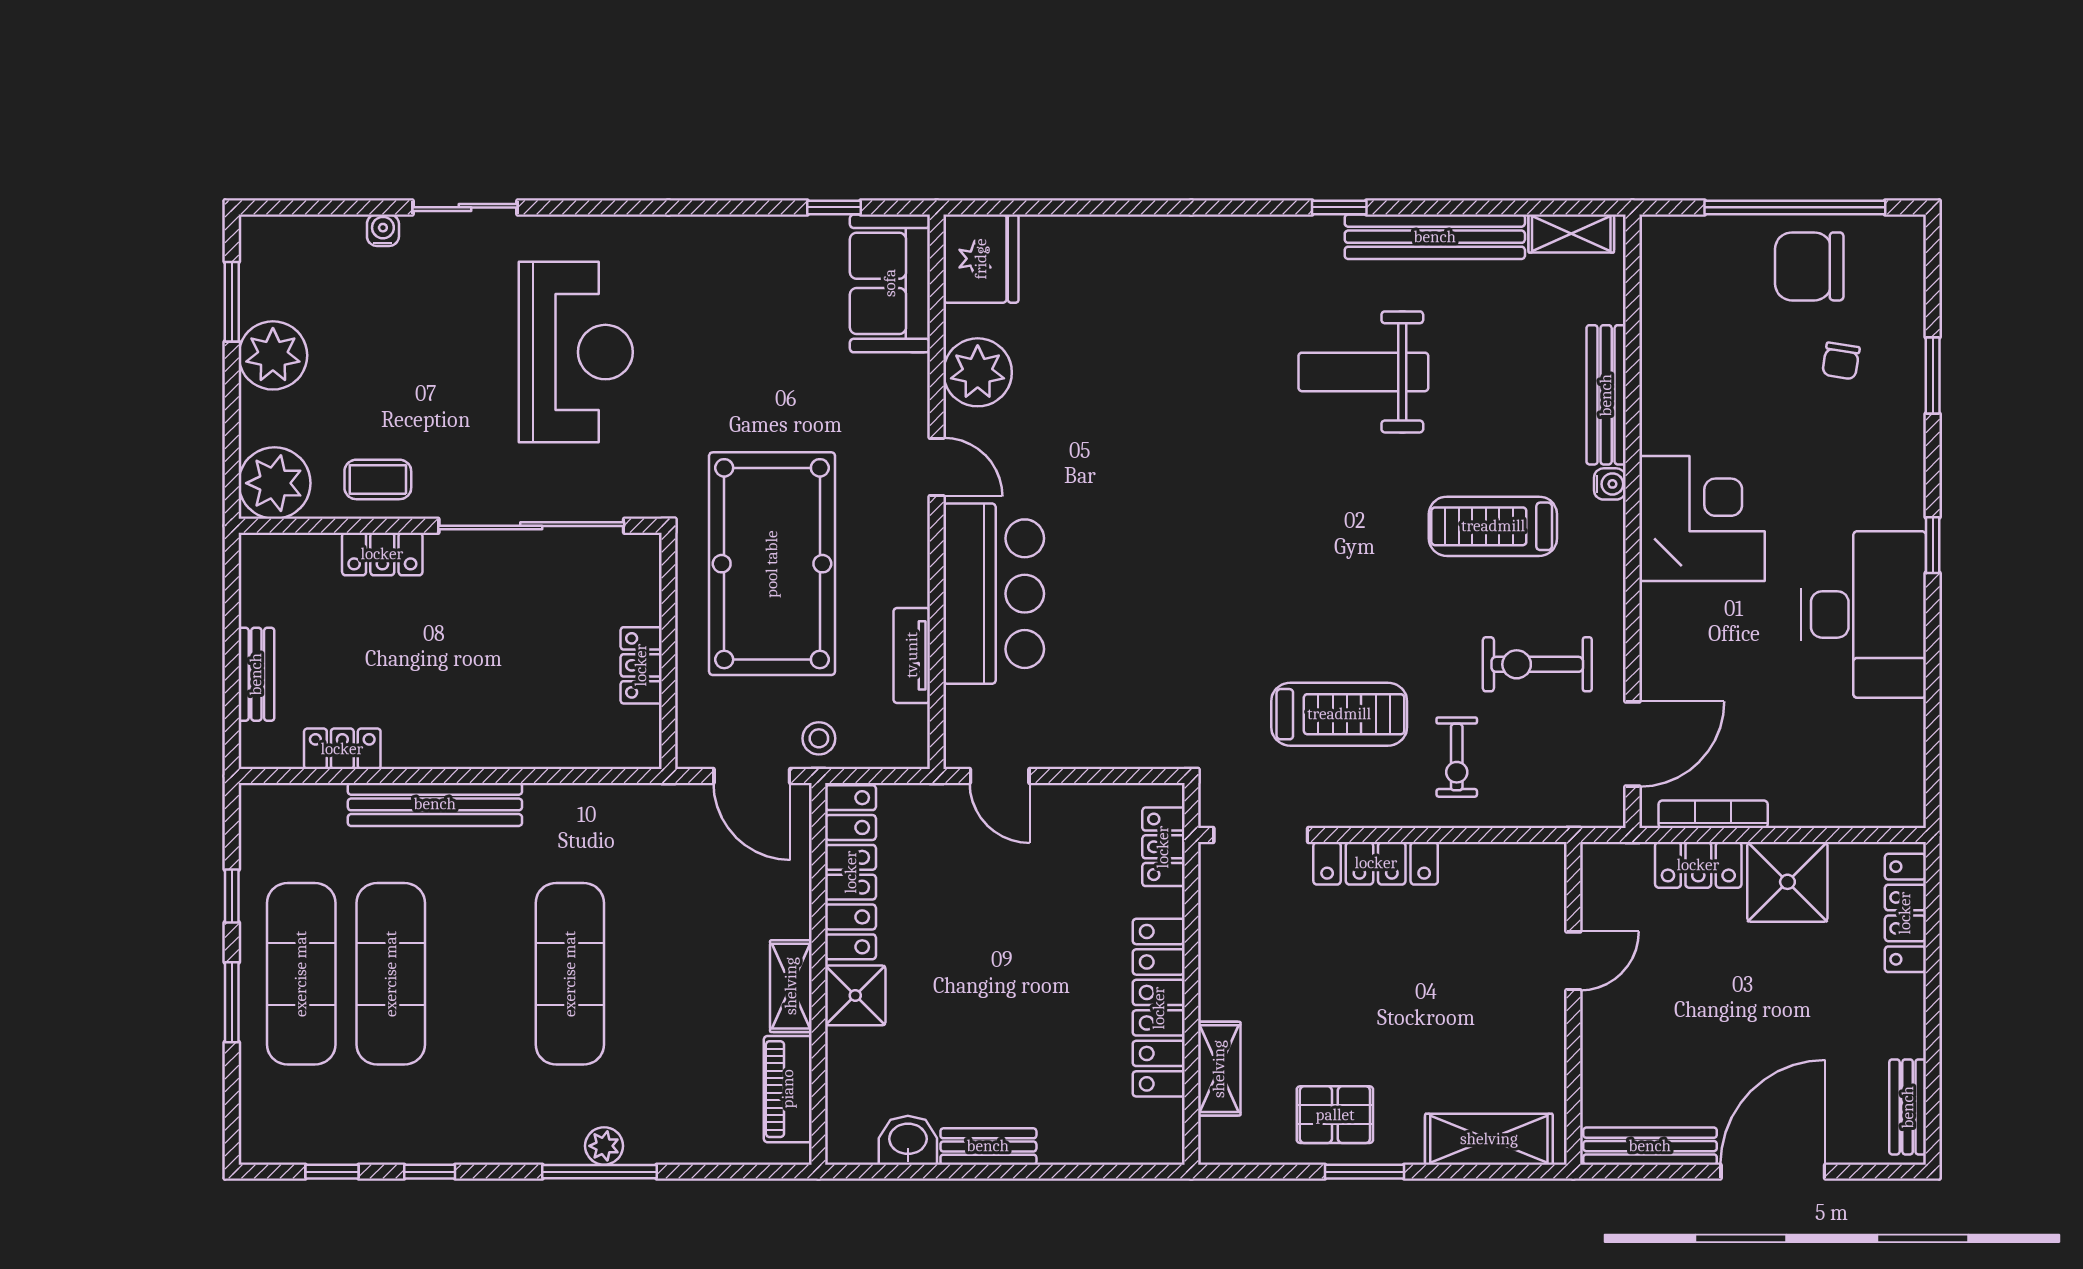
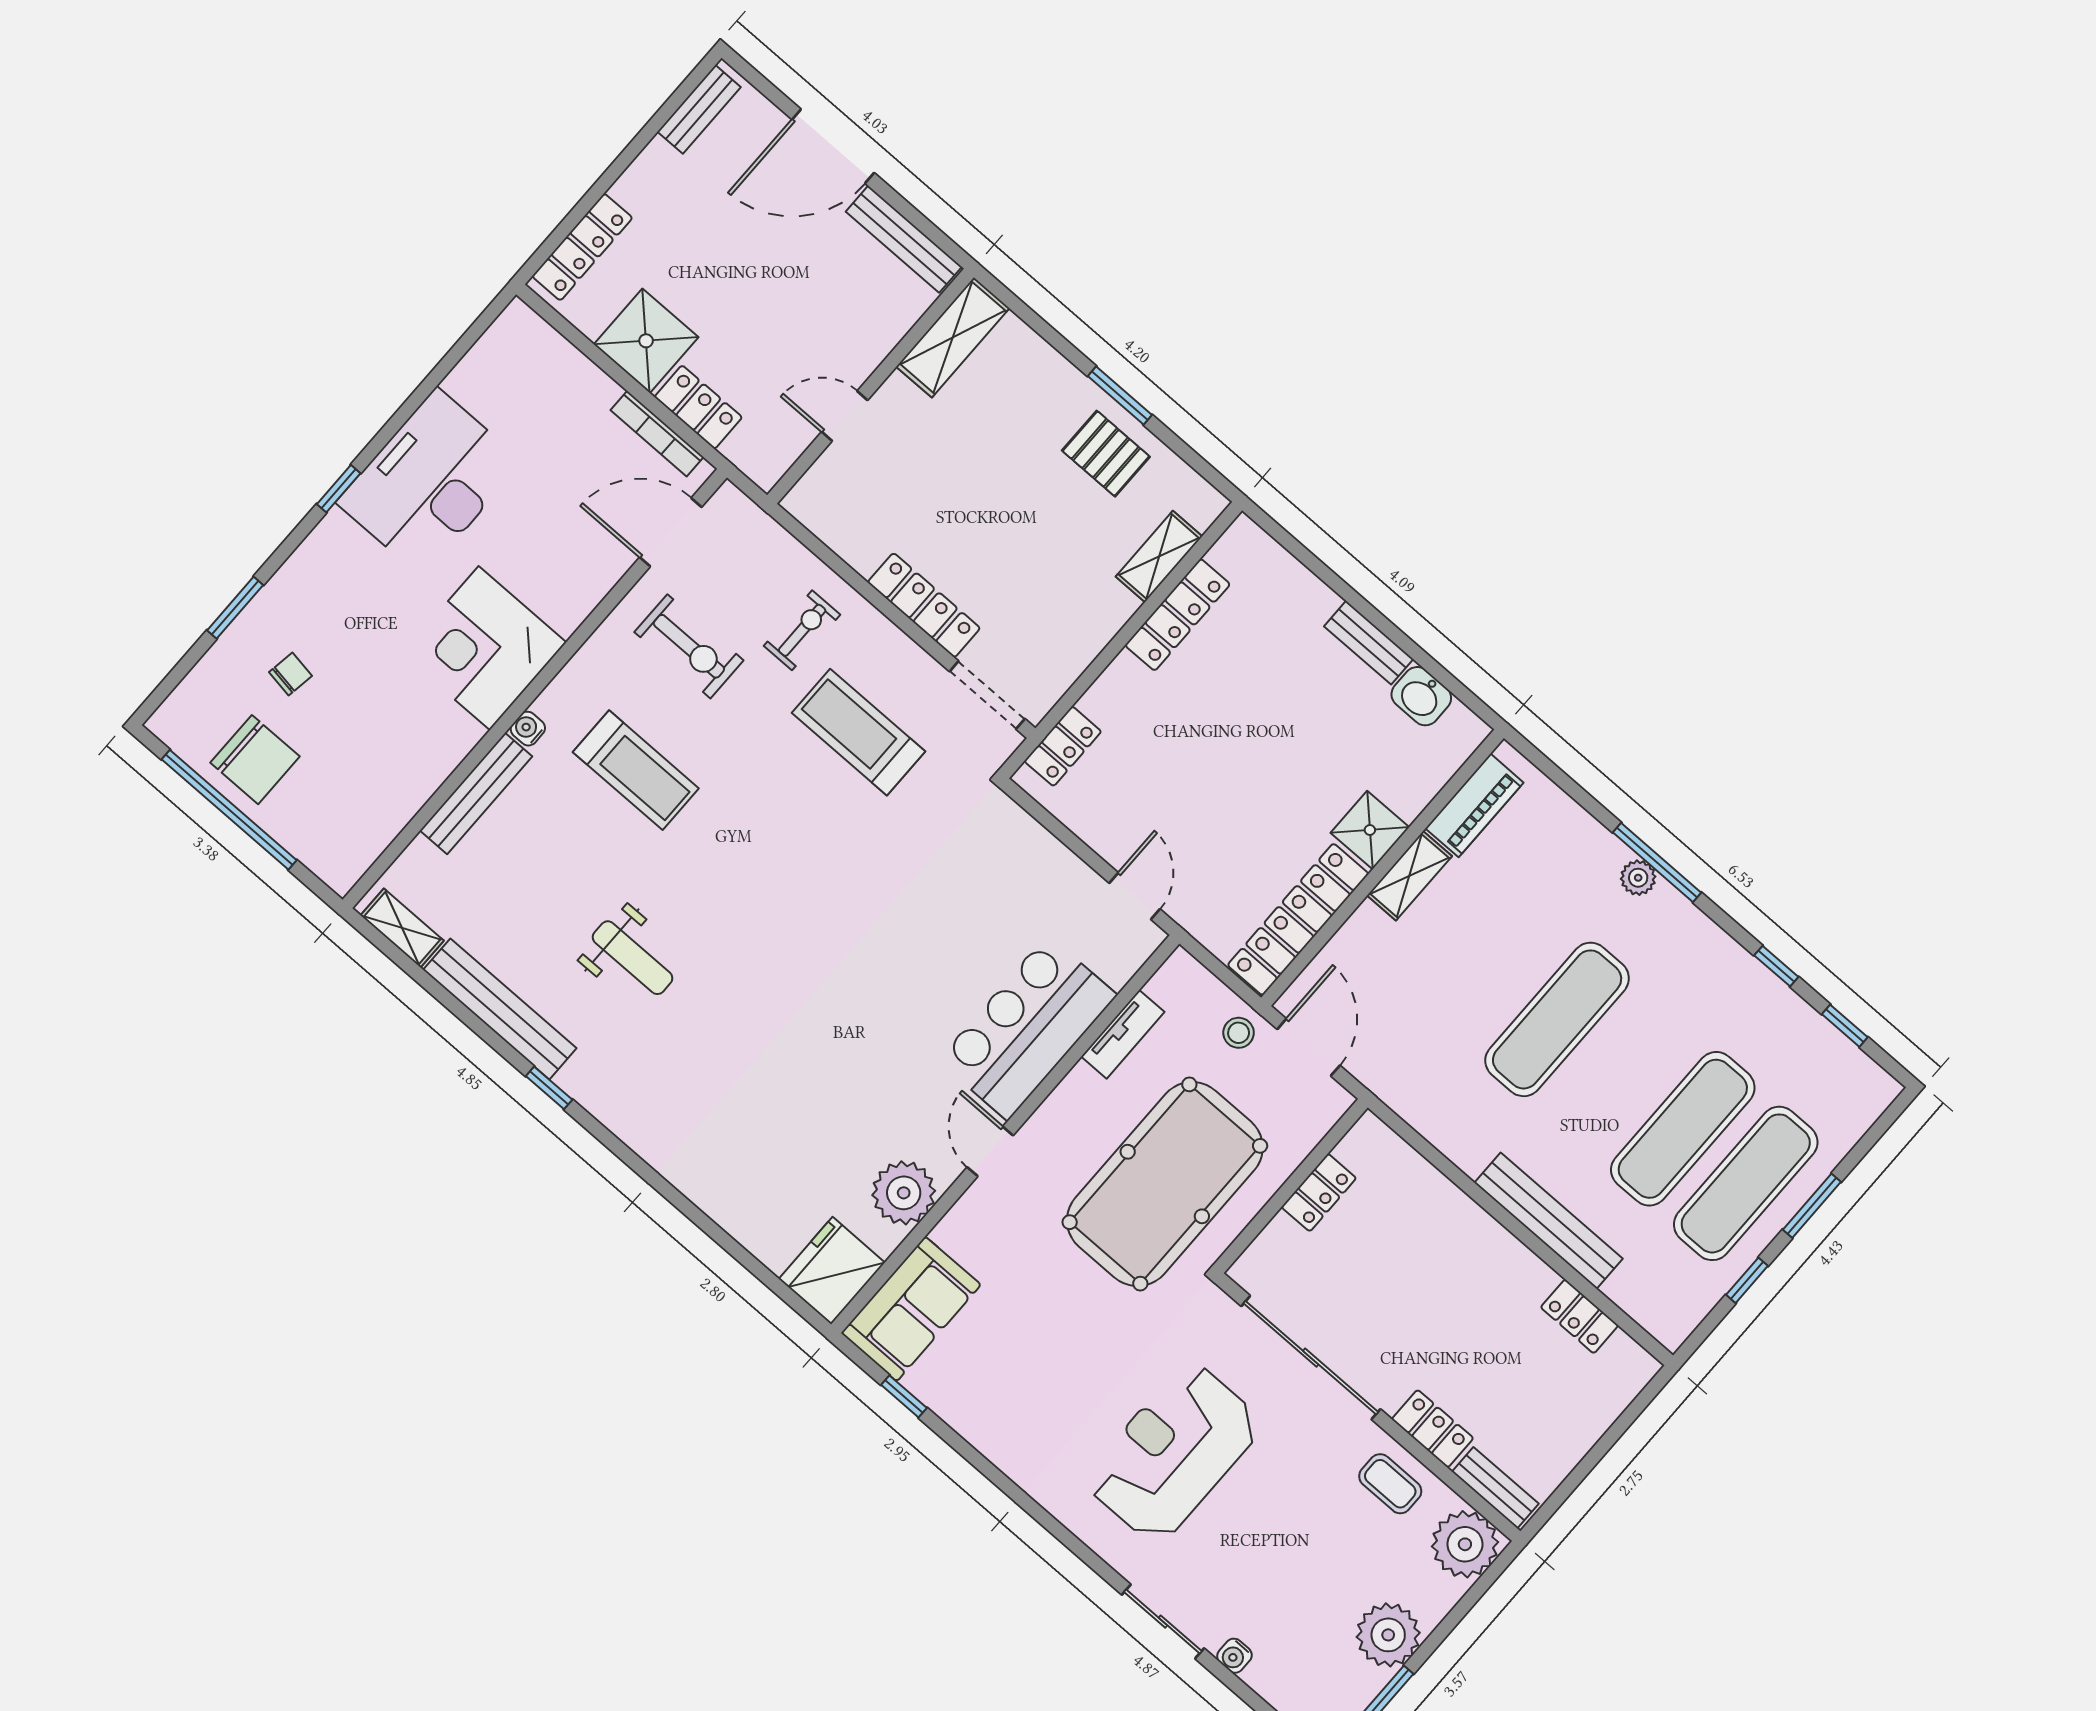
weight bench: (1363, 372) -> (633, 958), width x0.73, depth x0.75
bench: (256, 674) -> (1495, 1488), moved, turned 90
locker: (1159, 1008) -> (1178, 615), width x0.71, depth x0.83
shelving: (1489, 1139) -> (953, 337), moved, turned 90

